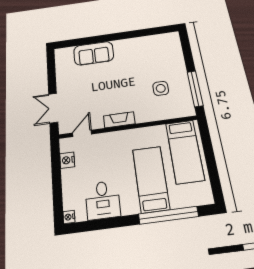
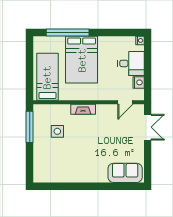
sofa: (94, 53) -> (125, 173), moved
fireplace: (119, 120) -> (83, 109), moved
bed: (151, 179) -> (82, 60), width x1.50
desk: (103, 200) -> (131, 63), moved, turned 90

